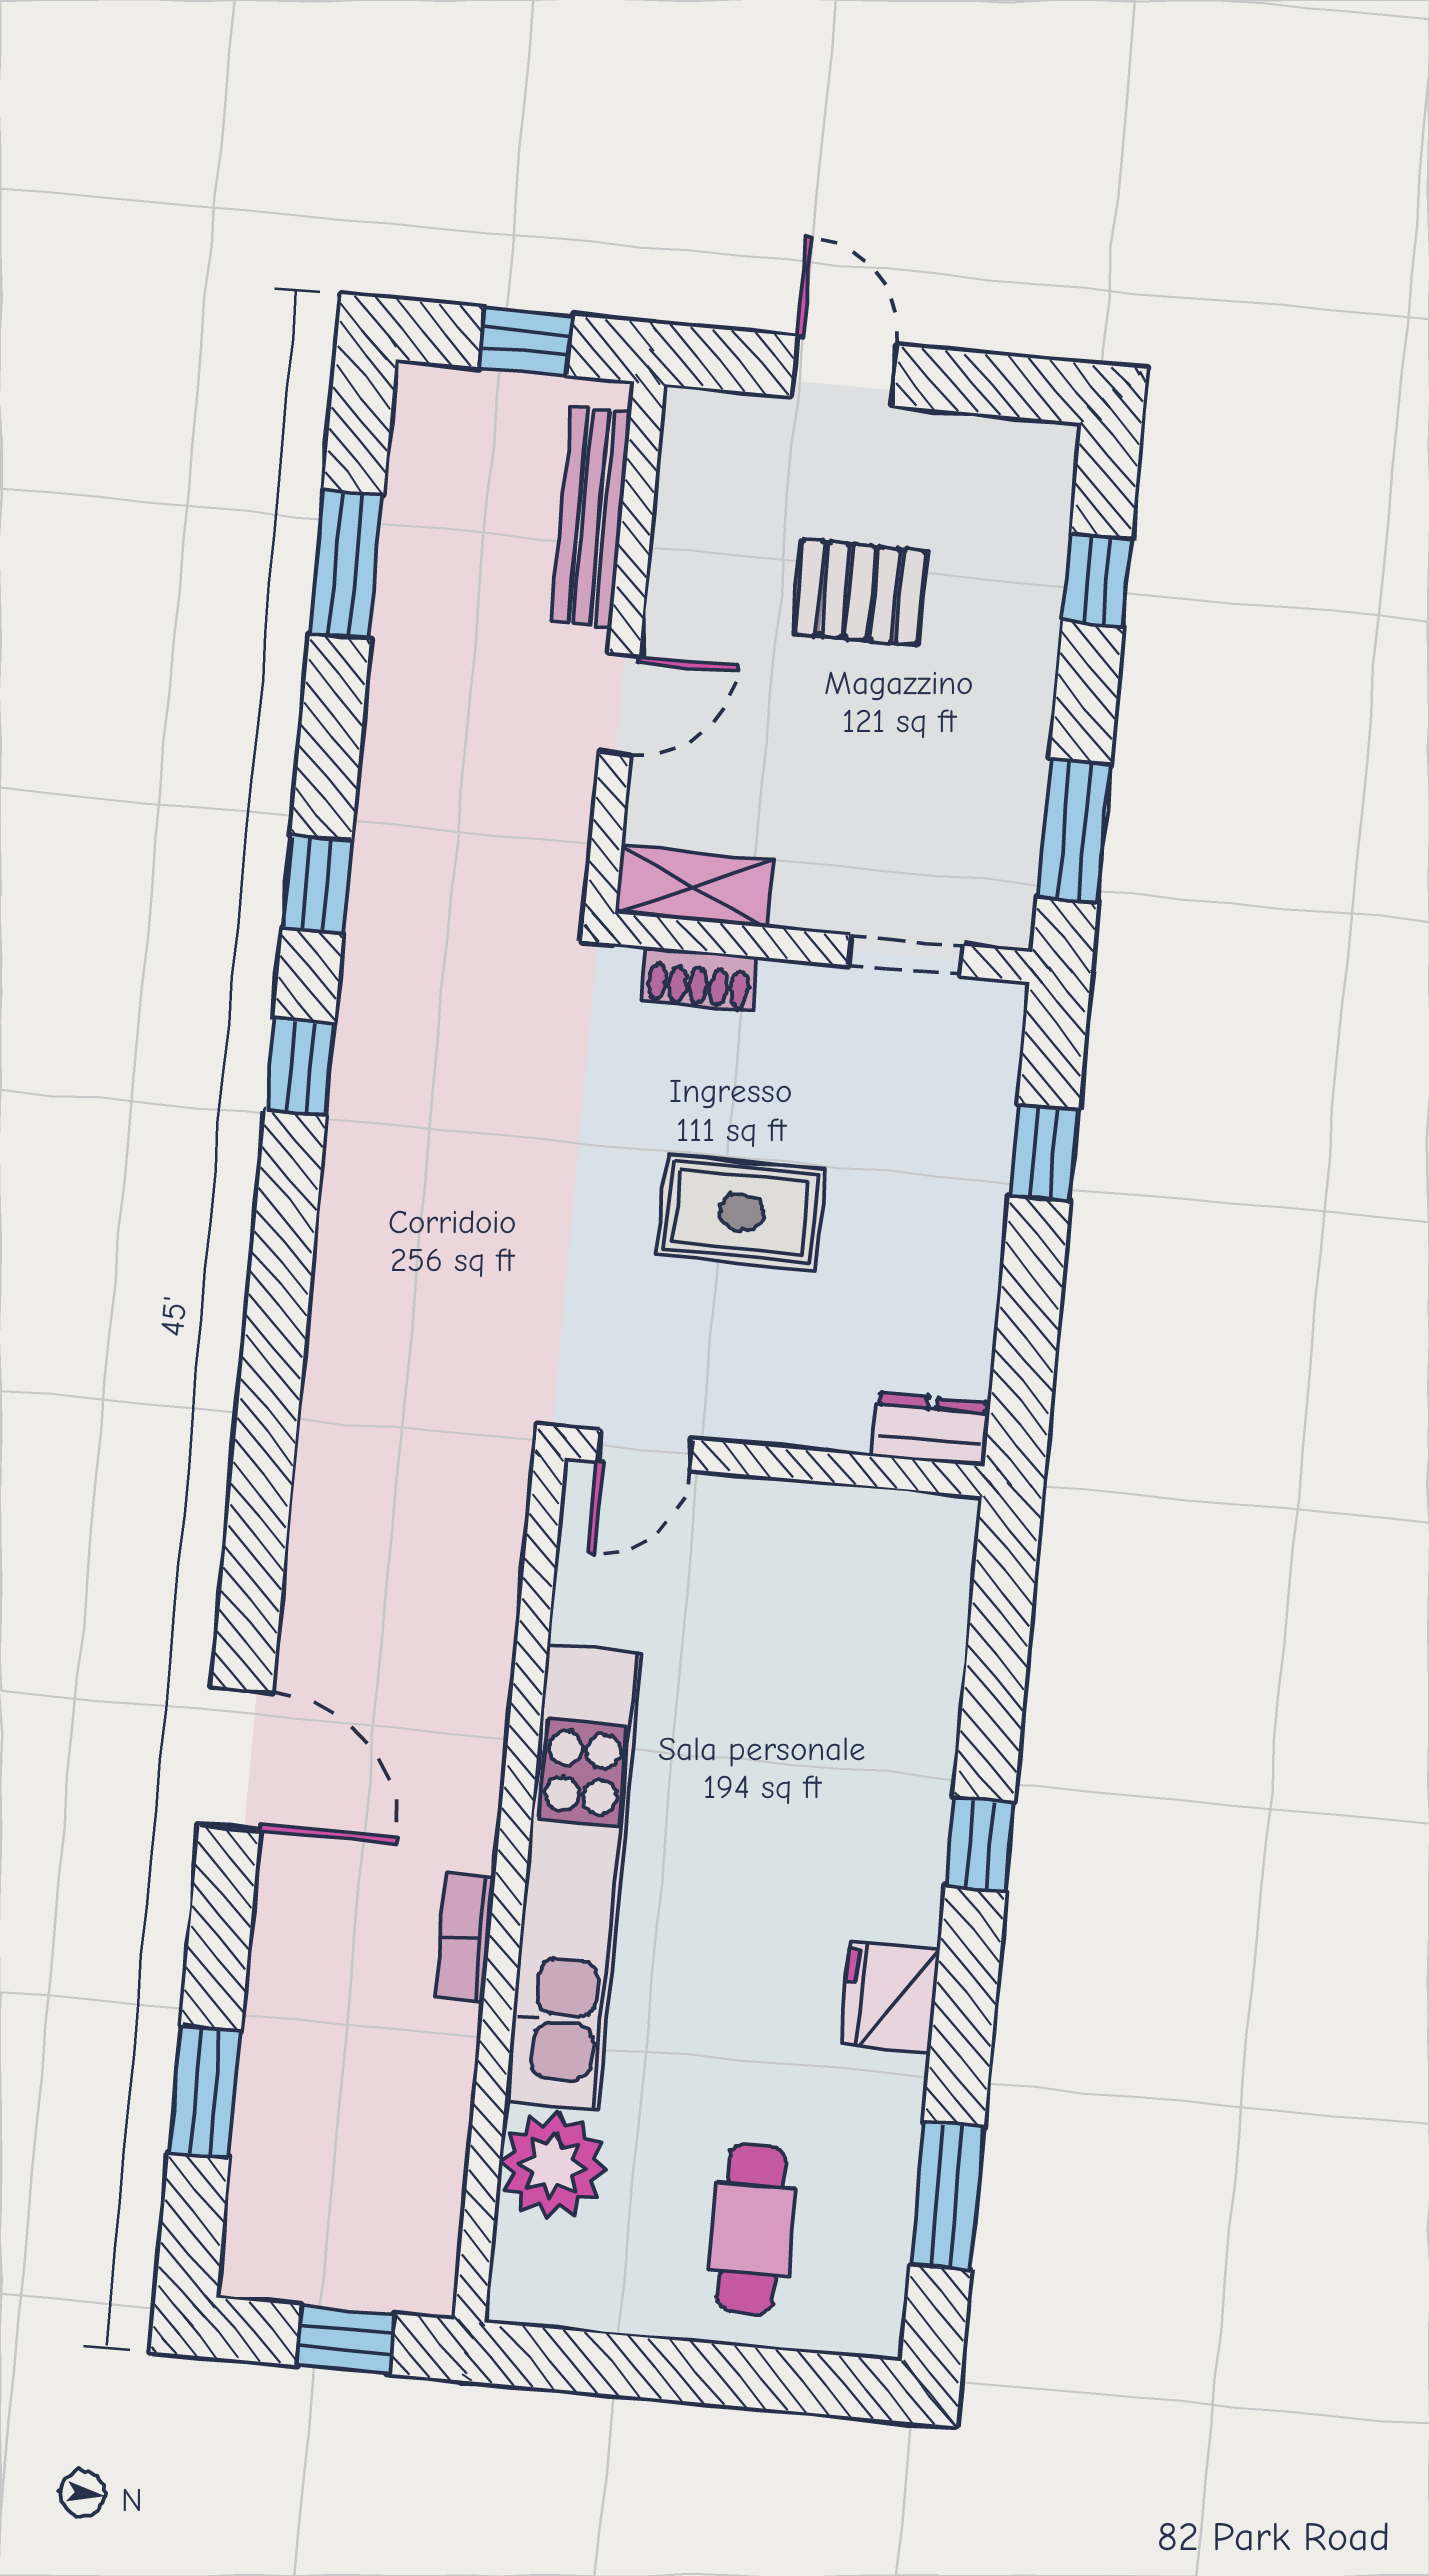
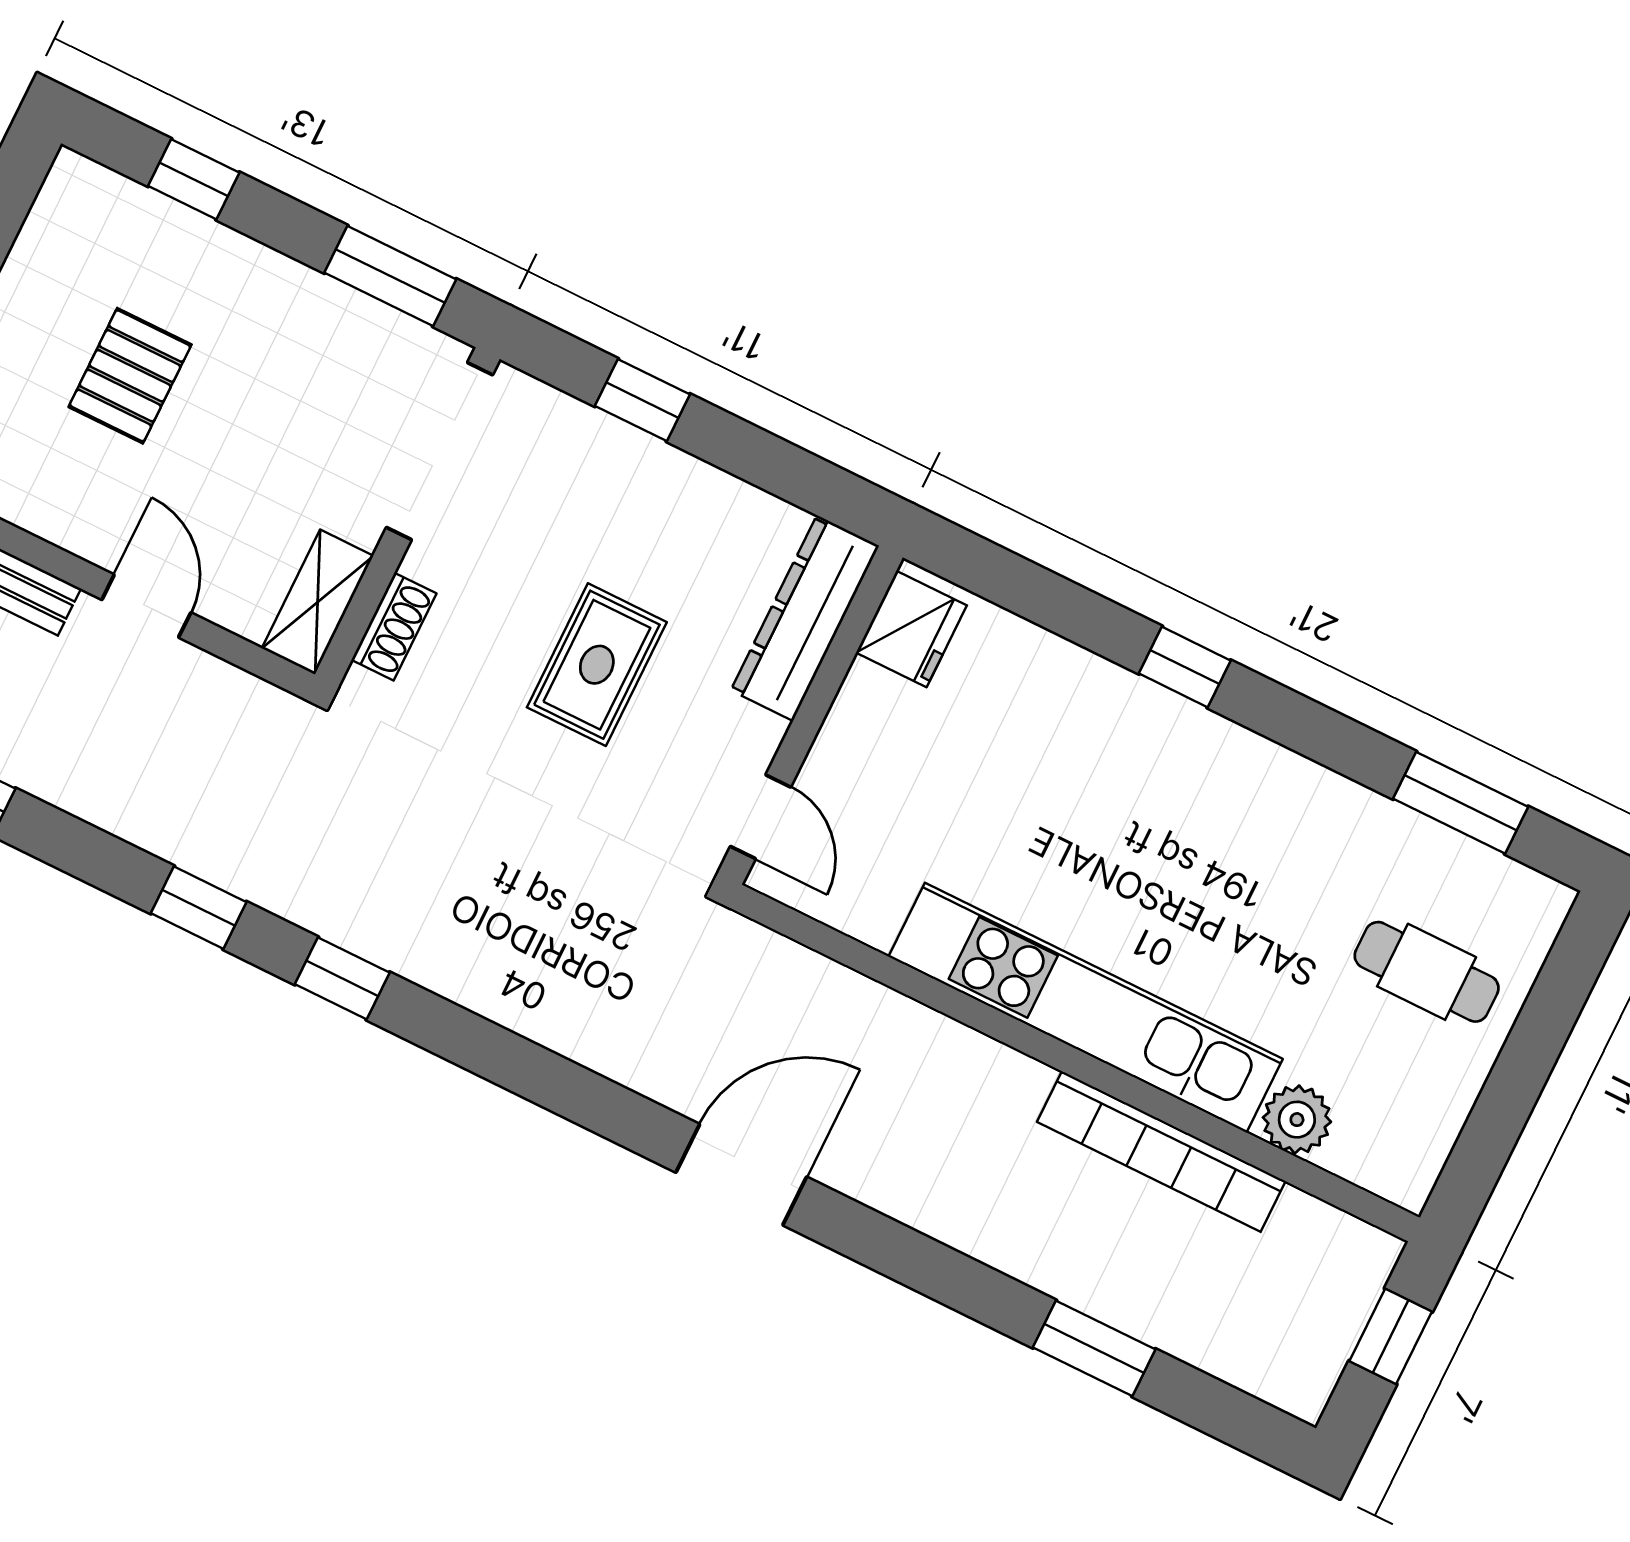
doorway: (906, 956) -> (440, 451), width x1.88
dresser: (931, 1429) -> (805, 618), width x1.96, depth x1.24
door: (236, 1759) -> (741, 1175), moved
bookcase: (465, 1937) -> (1161, 1152), width x2.31, depth x1.31
fridge: (890, 1997) -> (911, 629), moved, turned -90
window: (205, 2092) -> (1094, 1348), moved
plant: (553, 2166) -> (1297, 1120), width x0.73, depth x0.73

